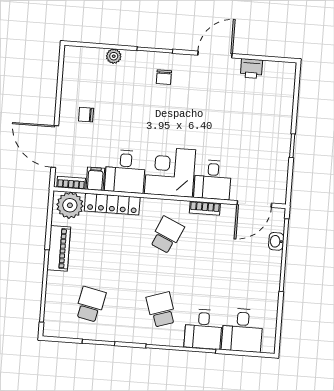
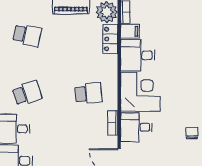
chair: (86, 115) -> (192, 133), moved
locker: (112, 204) -> (110, 39), width x0.66
school desk: (167, 235) -> (88, 93), turned -30

